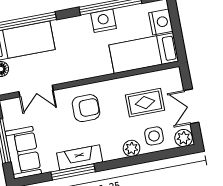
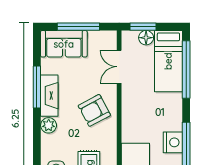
armchair: (86, 108) -> (94, 110), turned 62
plant: (132, 148) -> (49, 125), moved

